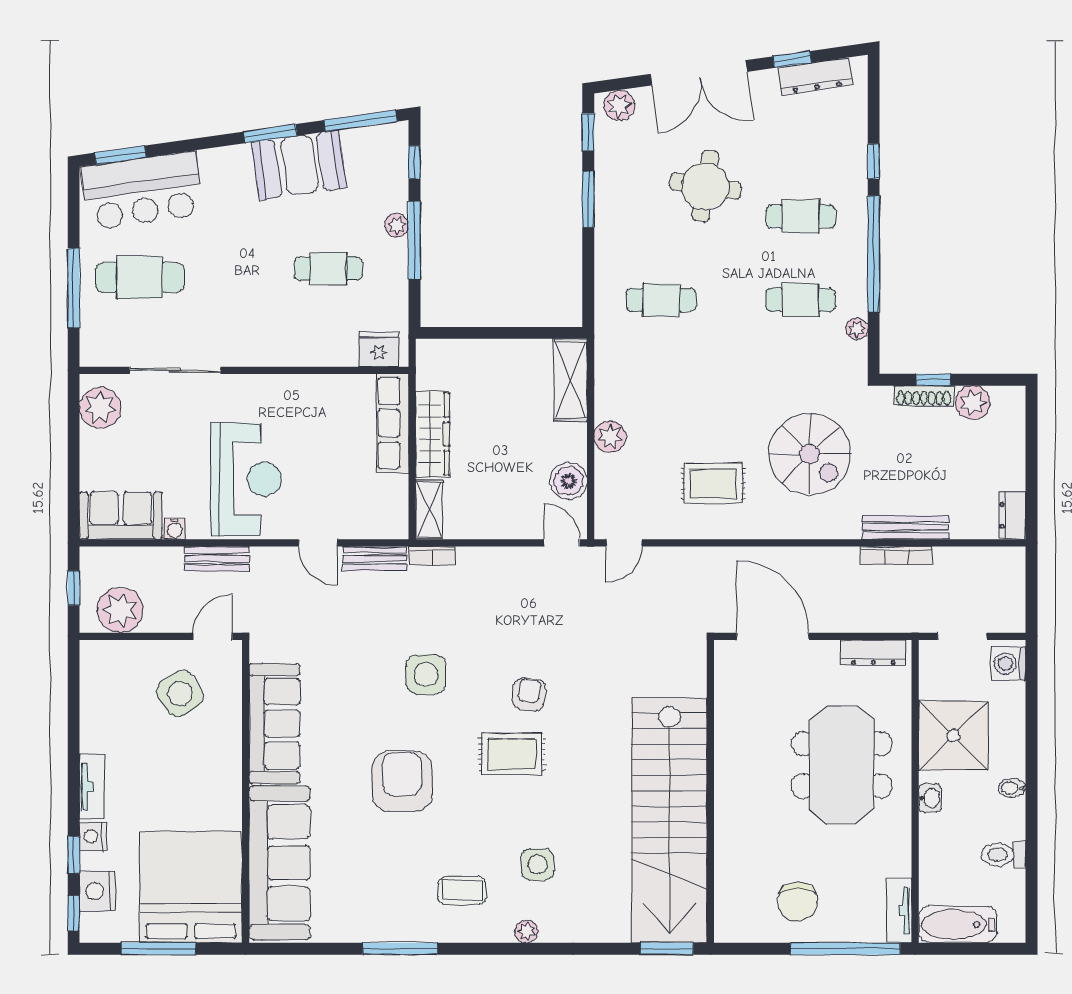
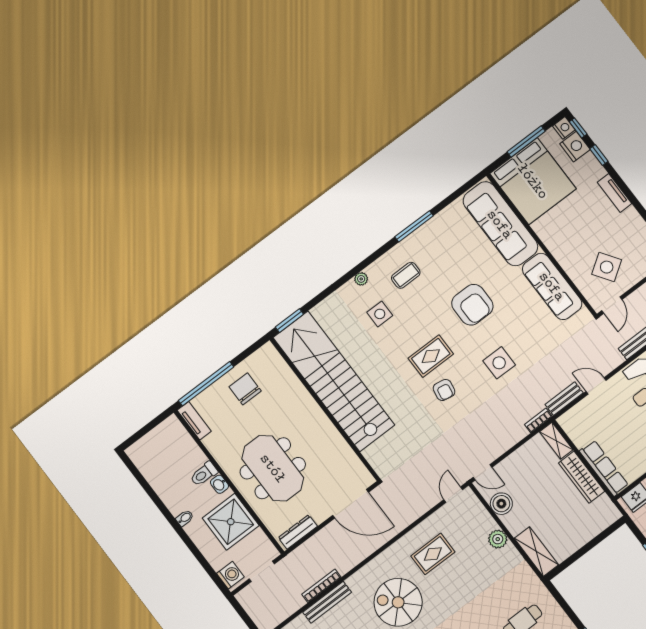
nightstand: (93, 836) -> (564, 128), moved
toilet: (1004, 855) -> (204, 474), moved, turned 180
bathtub: (958, 924) -> (162, 435), removed

